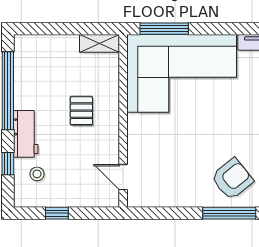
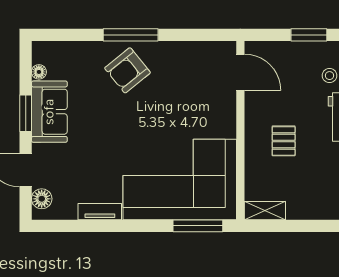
door: (123, 177) -> (240, 72), width x1.38
window: (57, 213) -> (309, 35), width x1.50

